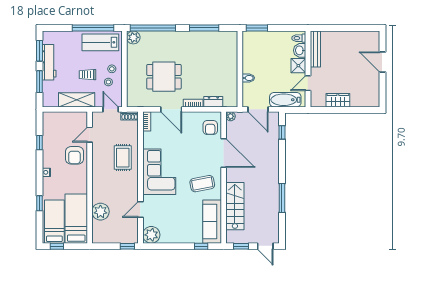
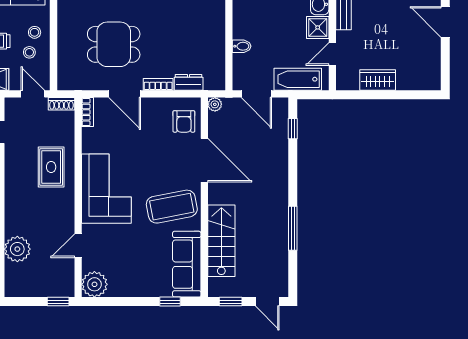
coffee table: (202, 184) -> (172, 207), width x1.36, depth x1.32

